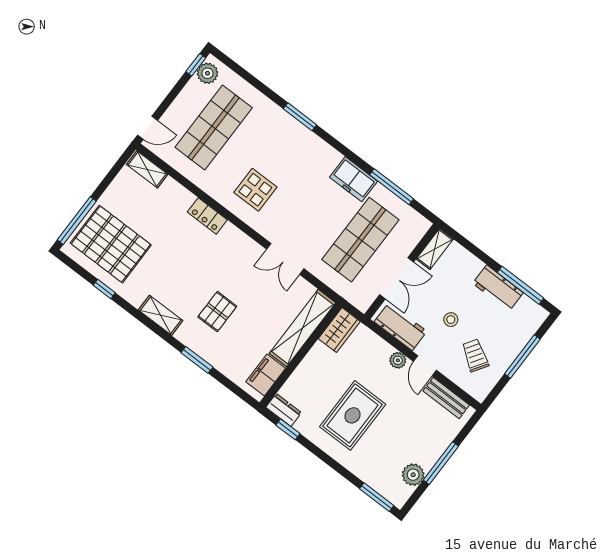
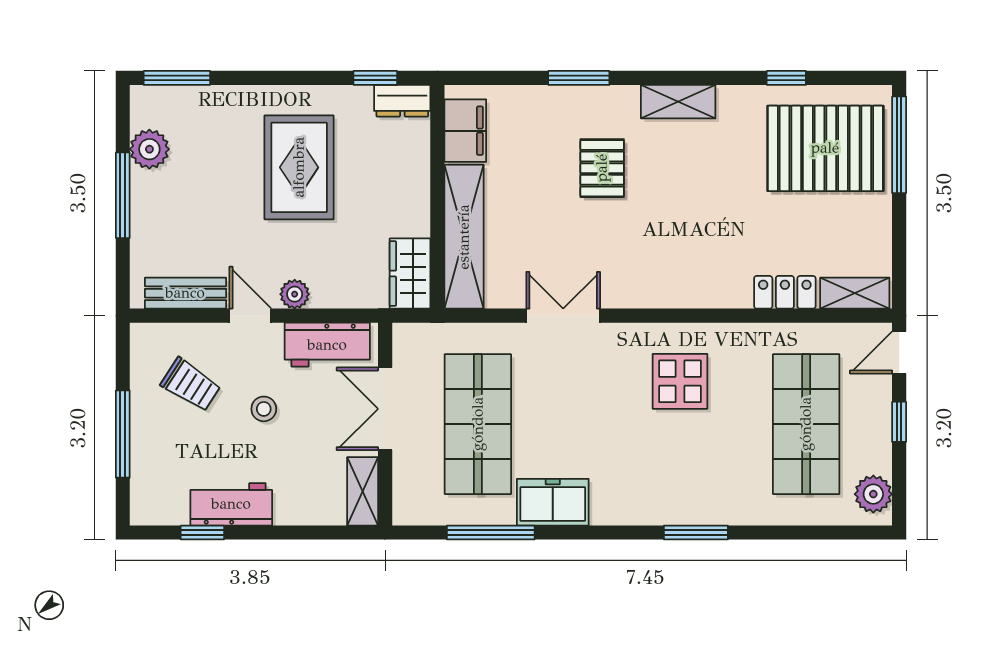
window: (196, 65) -> (899, 422), moved
locker: (207, 216) -> (785, 292), moved
window: (520, 285) -> (202, 532), width x0.46

